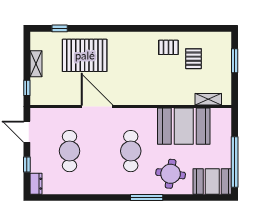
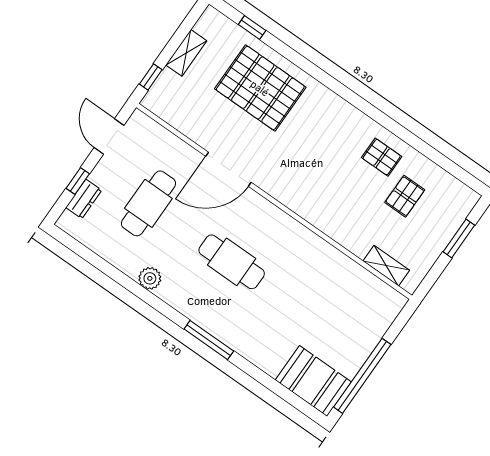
door: (97, 107) -> (228, 169), swing flipped
booth: (184, 126) -> (327, 279), removed
cafe table: (131, 151) -> (232, 262), turned 90
round table: (171, 174) -> (264, 331), removed
dresser: (36, 184) -> (84, 199), moved
plant: (96, 188) -> (150, 278), added

